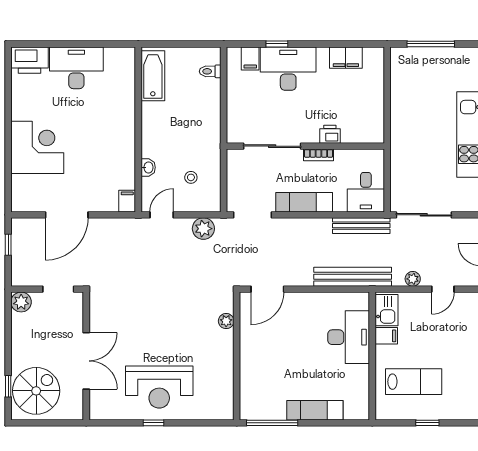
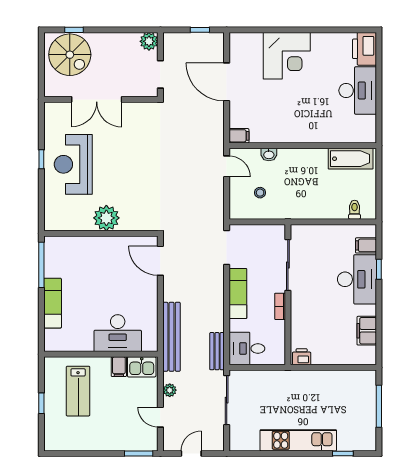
printer: (330, 134) -> (302, 357), moved, turned -90
bench: (361, 226) -> (217, 351), width x0.73
plant: (203, 229) -> (214, 204), removed
plant: (226, 321) -> (106, 218), moved, width x1.88, depth x1.88

